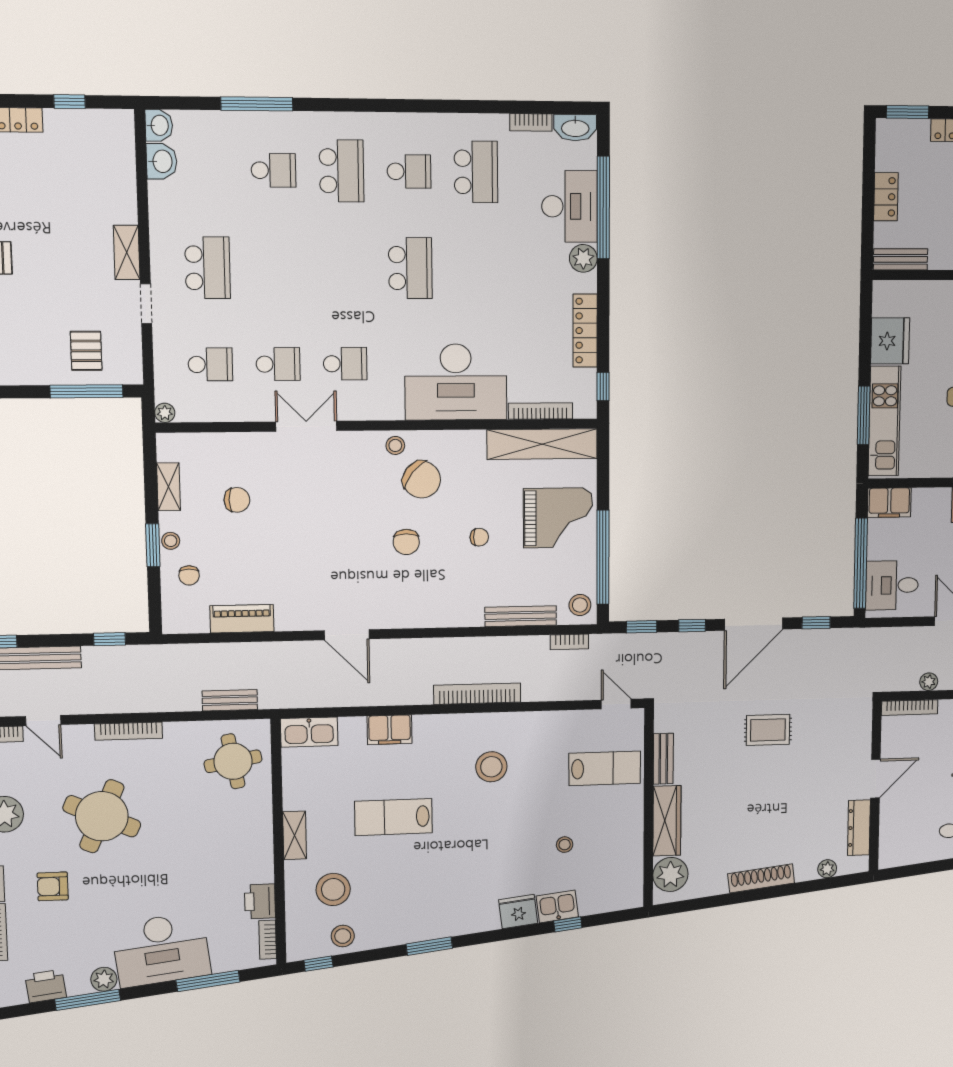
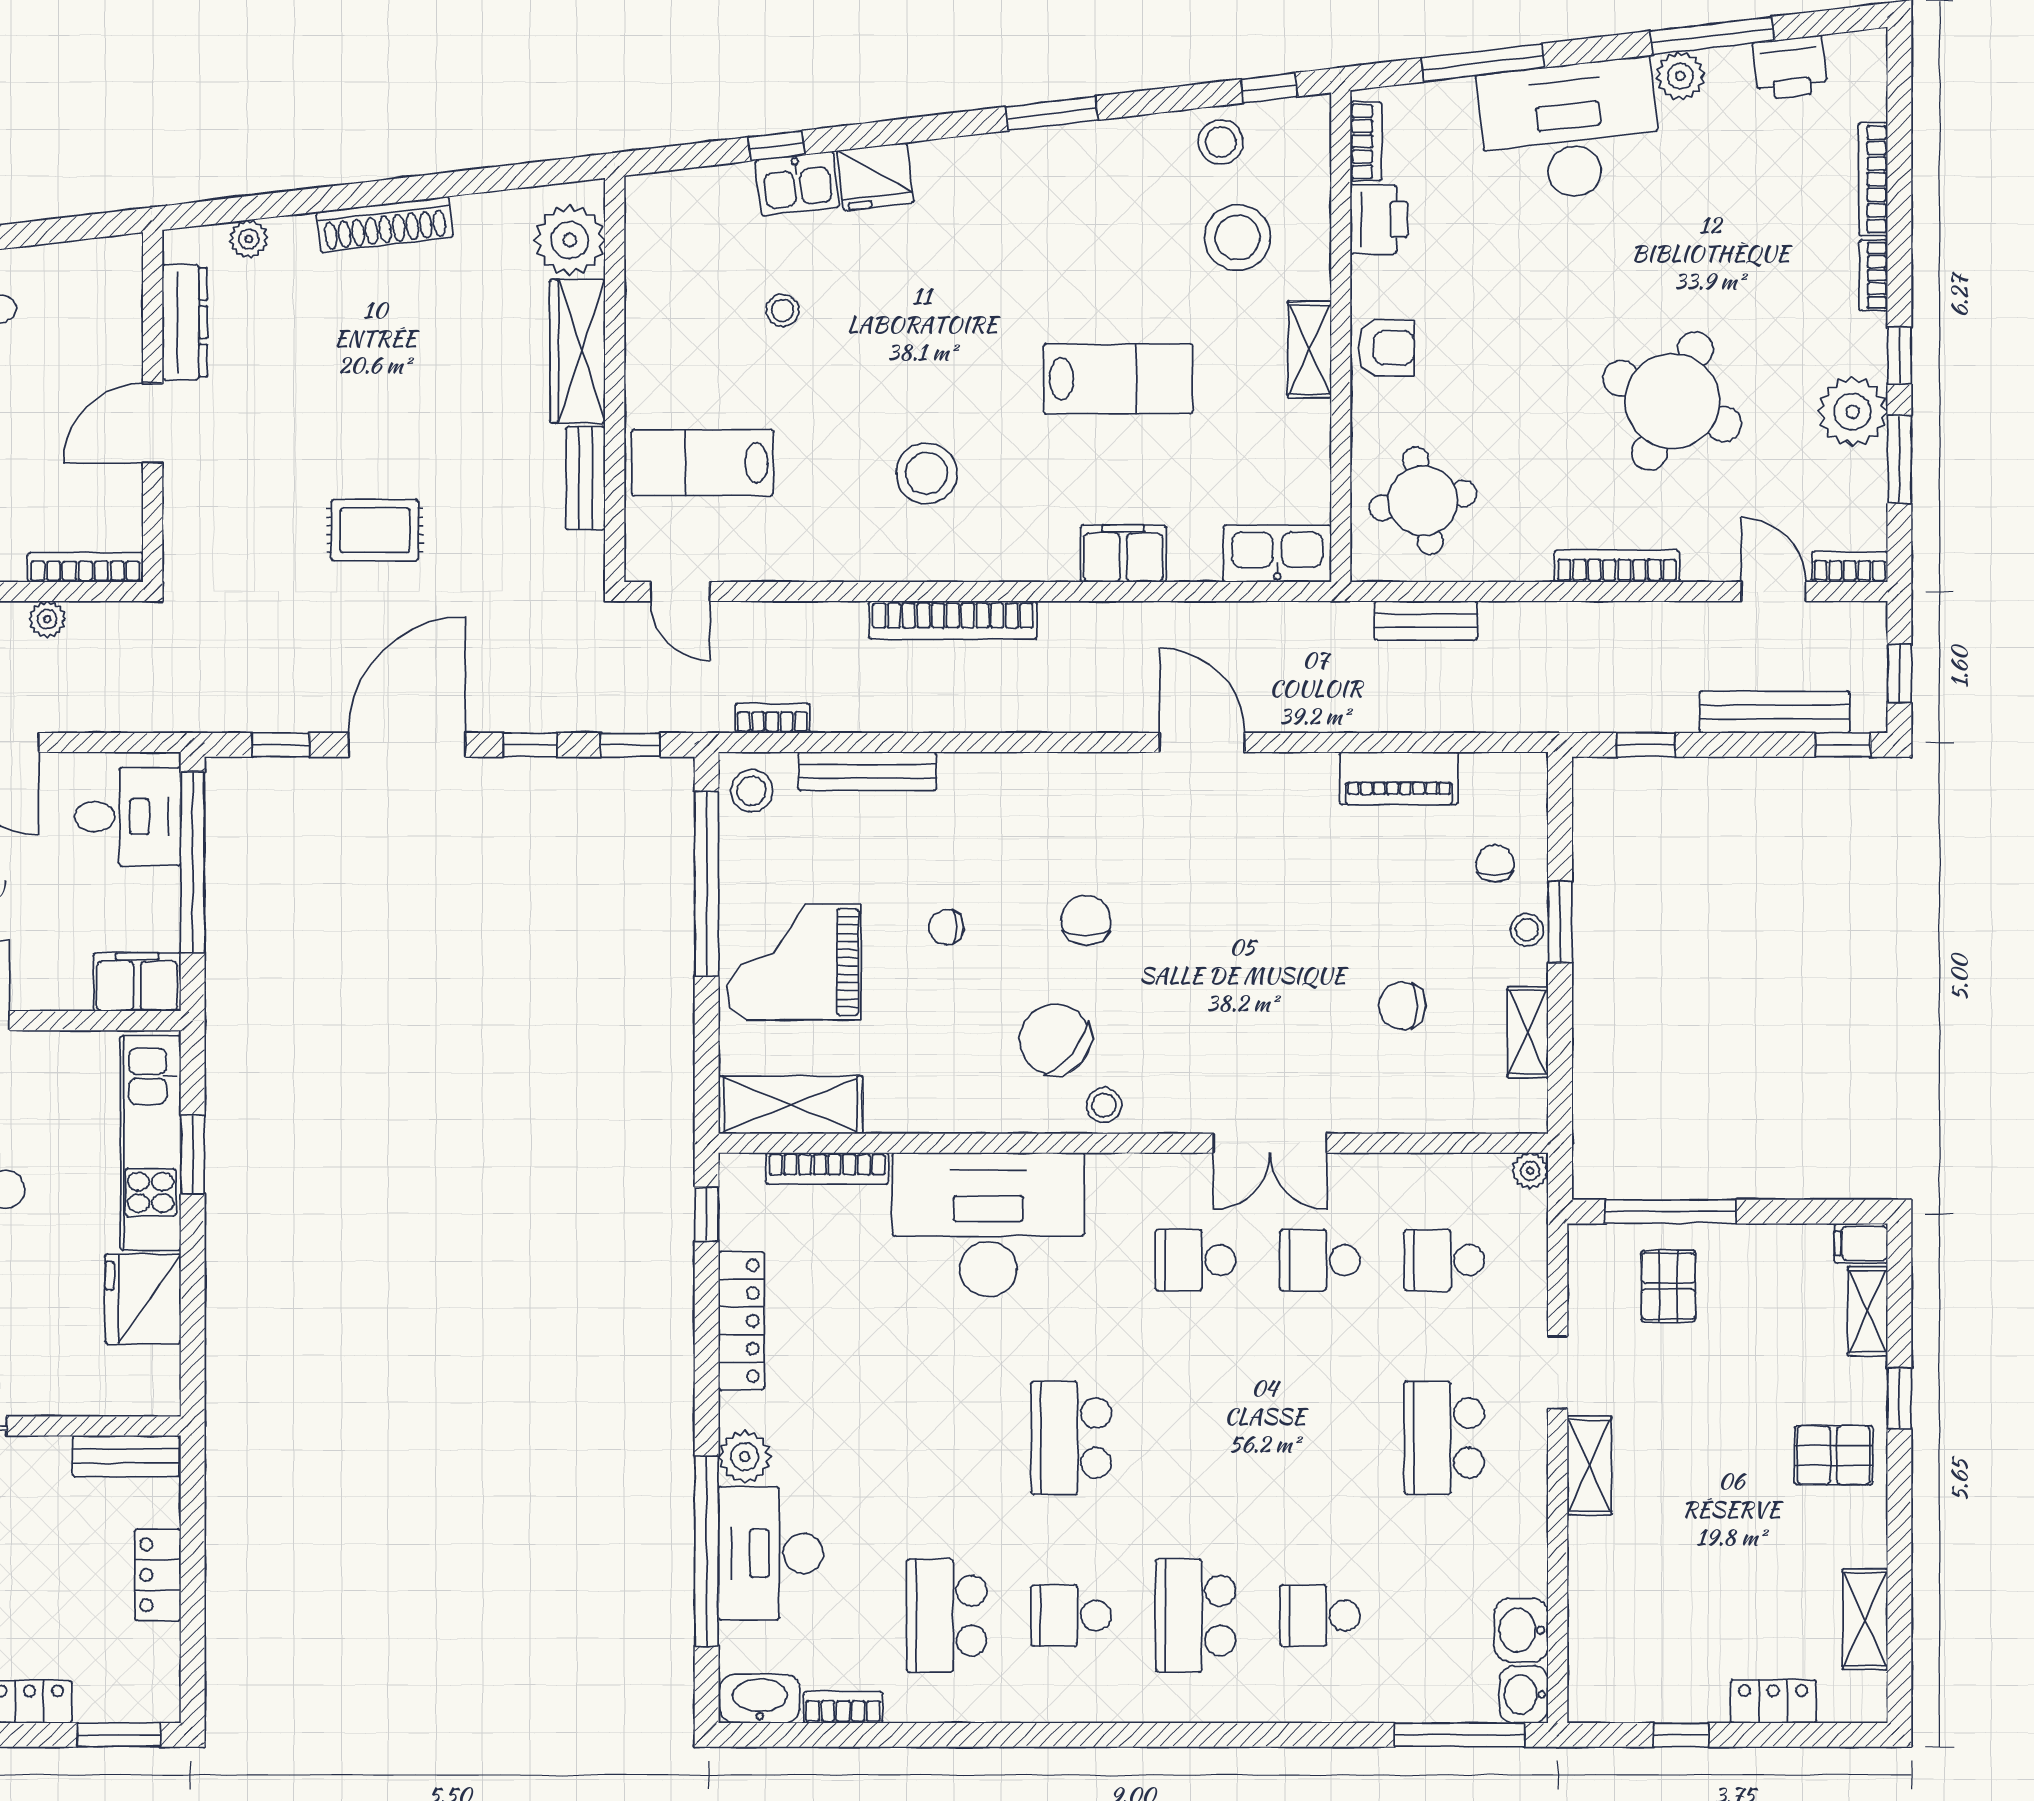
window: (257, 104) -> (1460, 1735), moved
window: (864, 415) -> (193, 1154), width x0.69
shelving: (542, 444) -> (790, 1105), width x0.68
armchair: (53, 886) -> (1386, 348), moved

